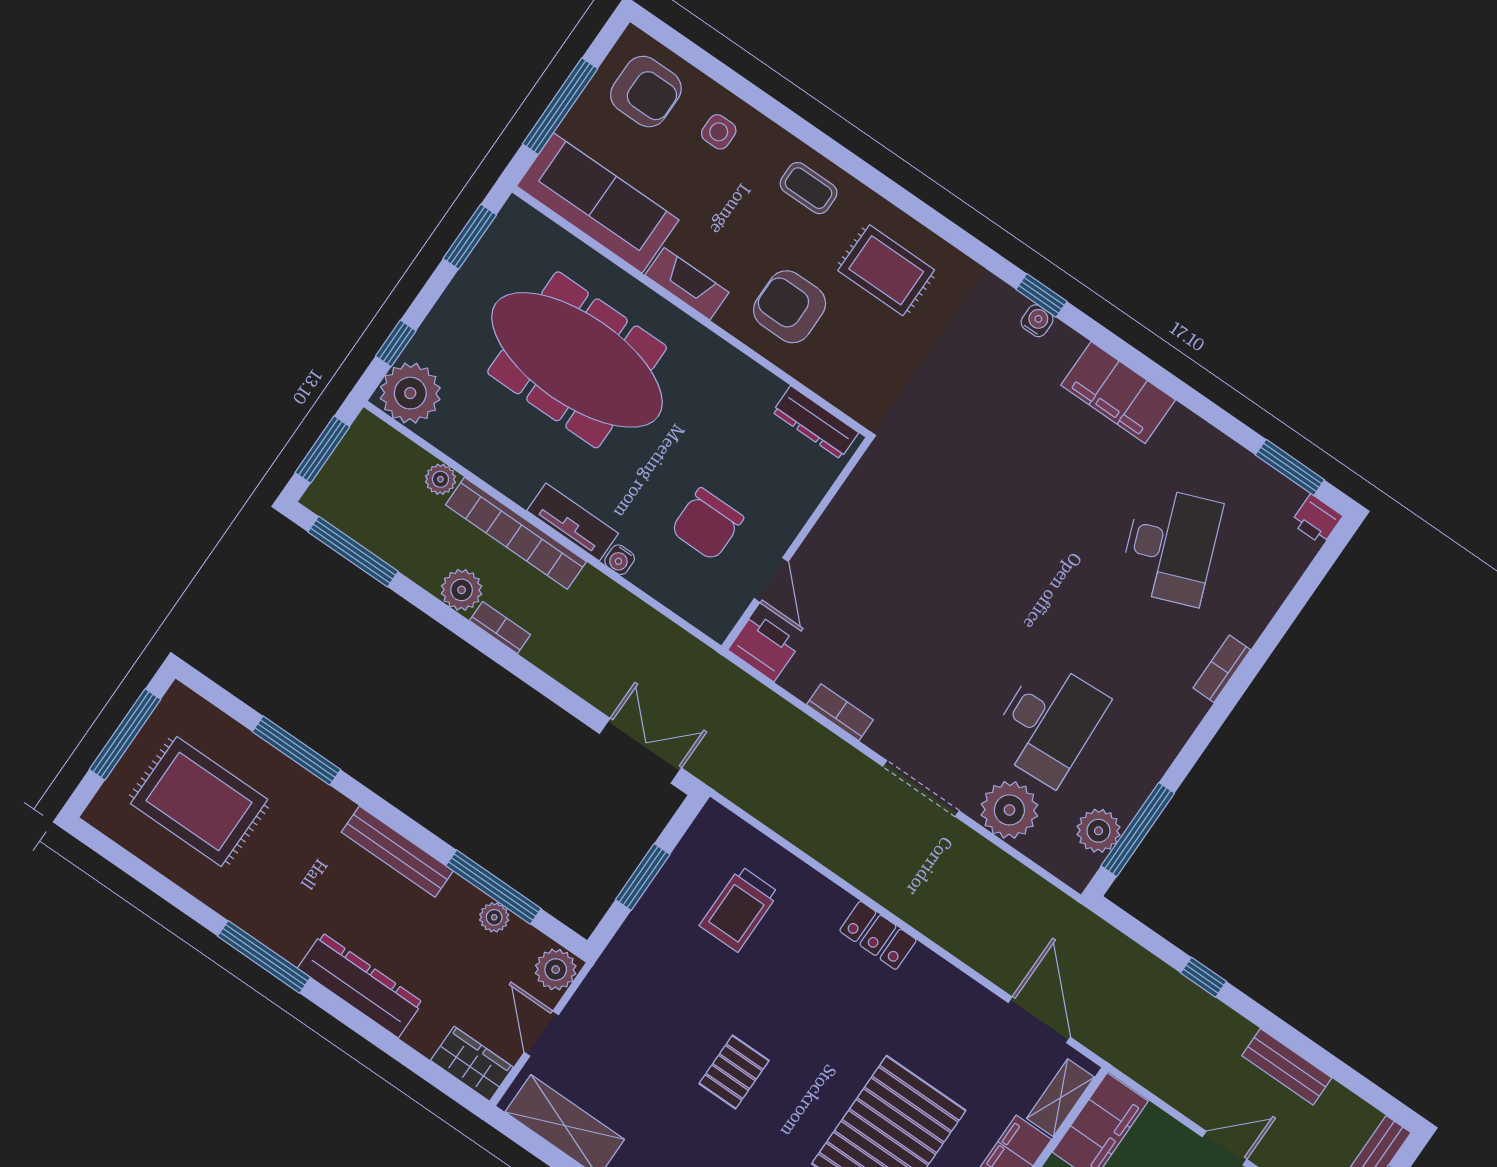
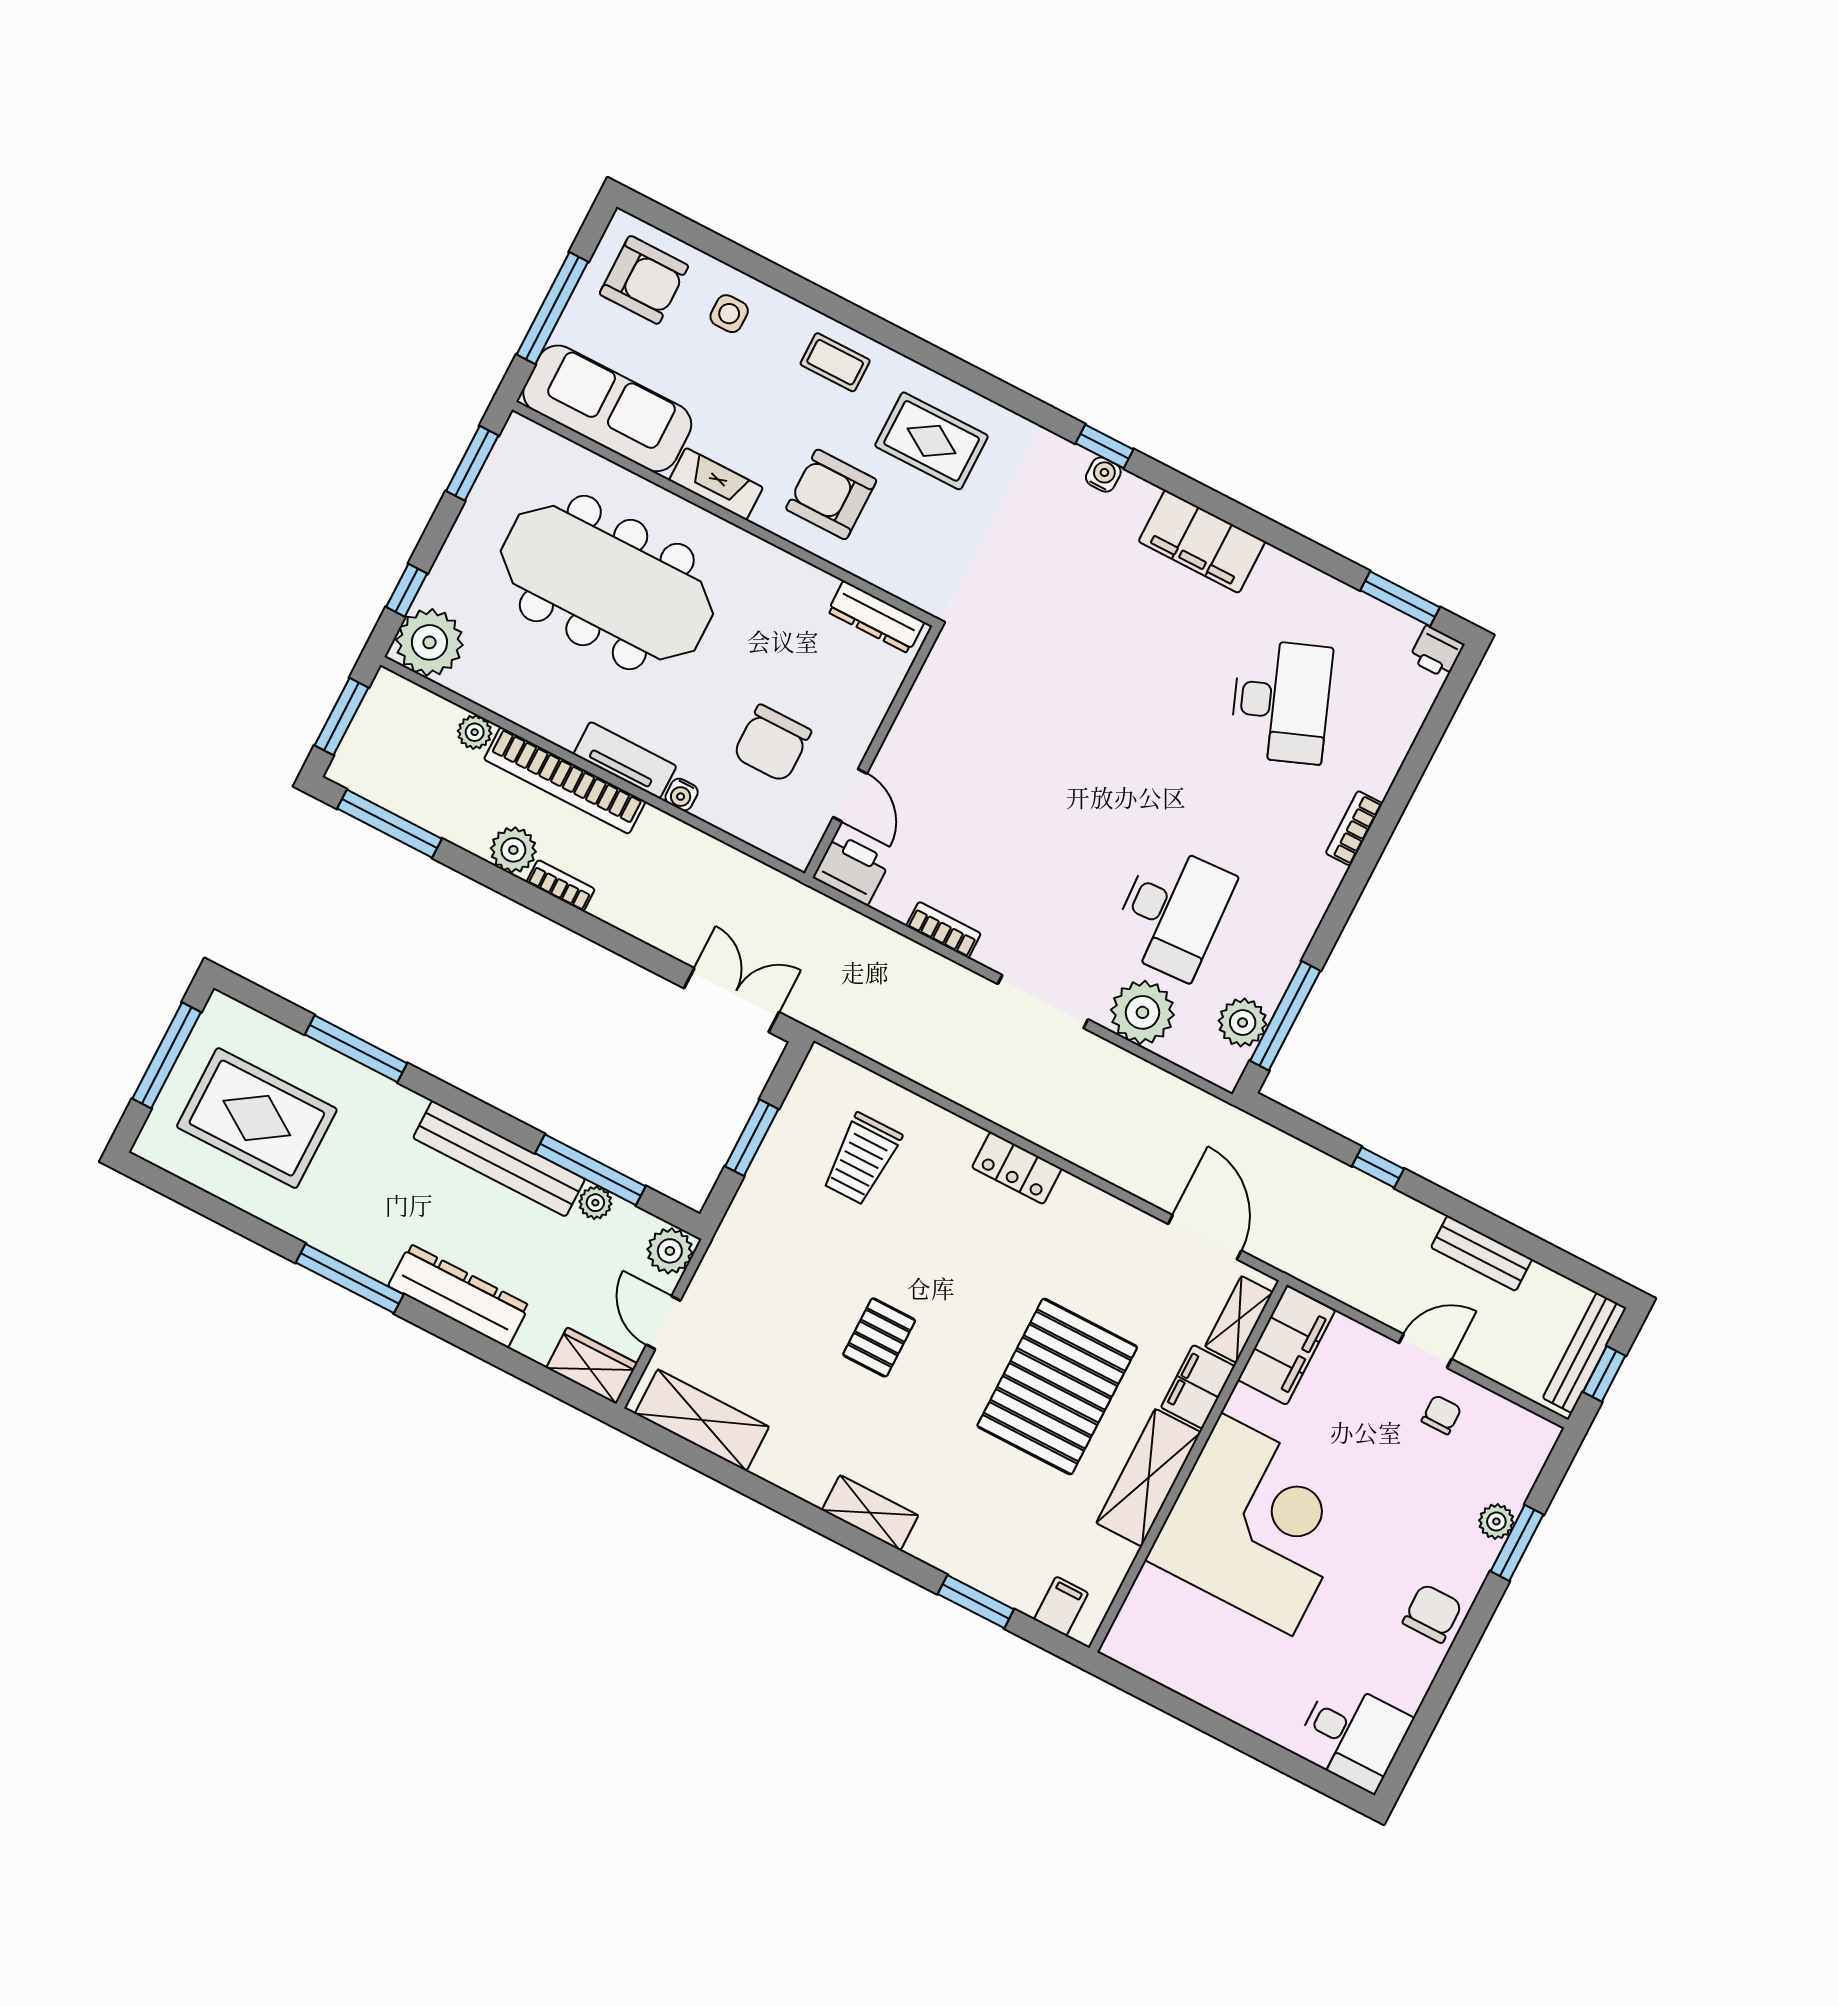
bench: (397, 852) -> (499, 1159), width x1.37, depth x1.21

